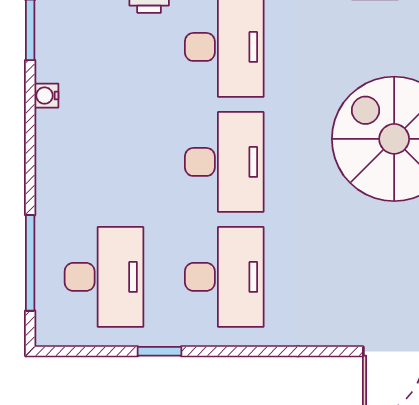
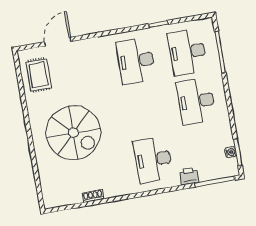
water cooler: (46, 96) -> (230, 152), moved
desk: (224, 162) -> (196, 101), moved

